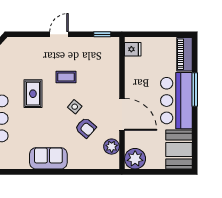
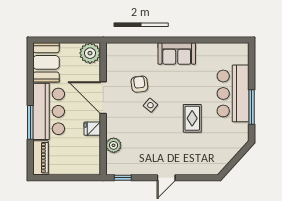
fridge: (133, 49) -> (92, 129), moved
coffee table: (66, 77) -> (159, 135), removed
armchair: (86, 128) -> (139, 84), turned 42
plant: (112, 147) -> (114, 145), moved

